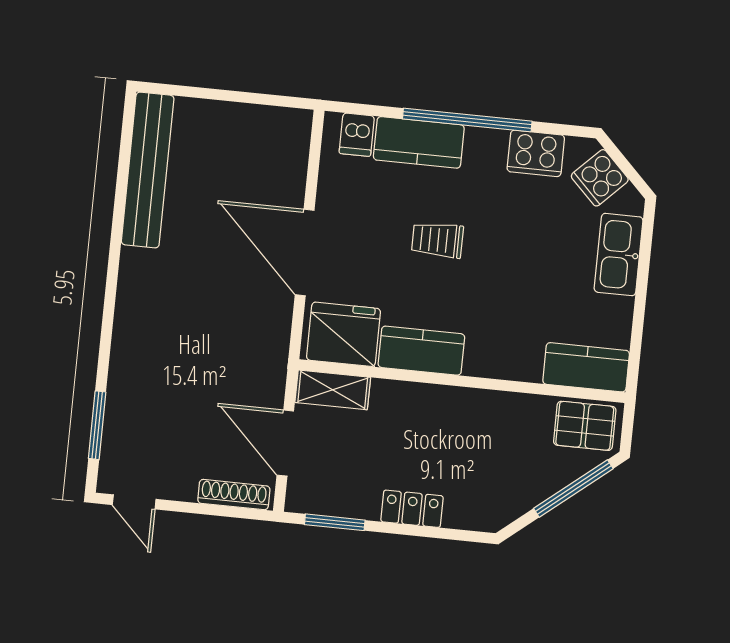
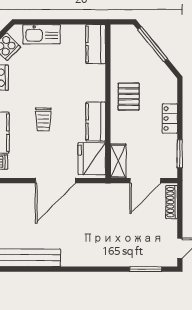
pallet: (585, 426) -> (129, 97), moved

